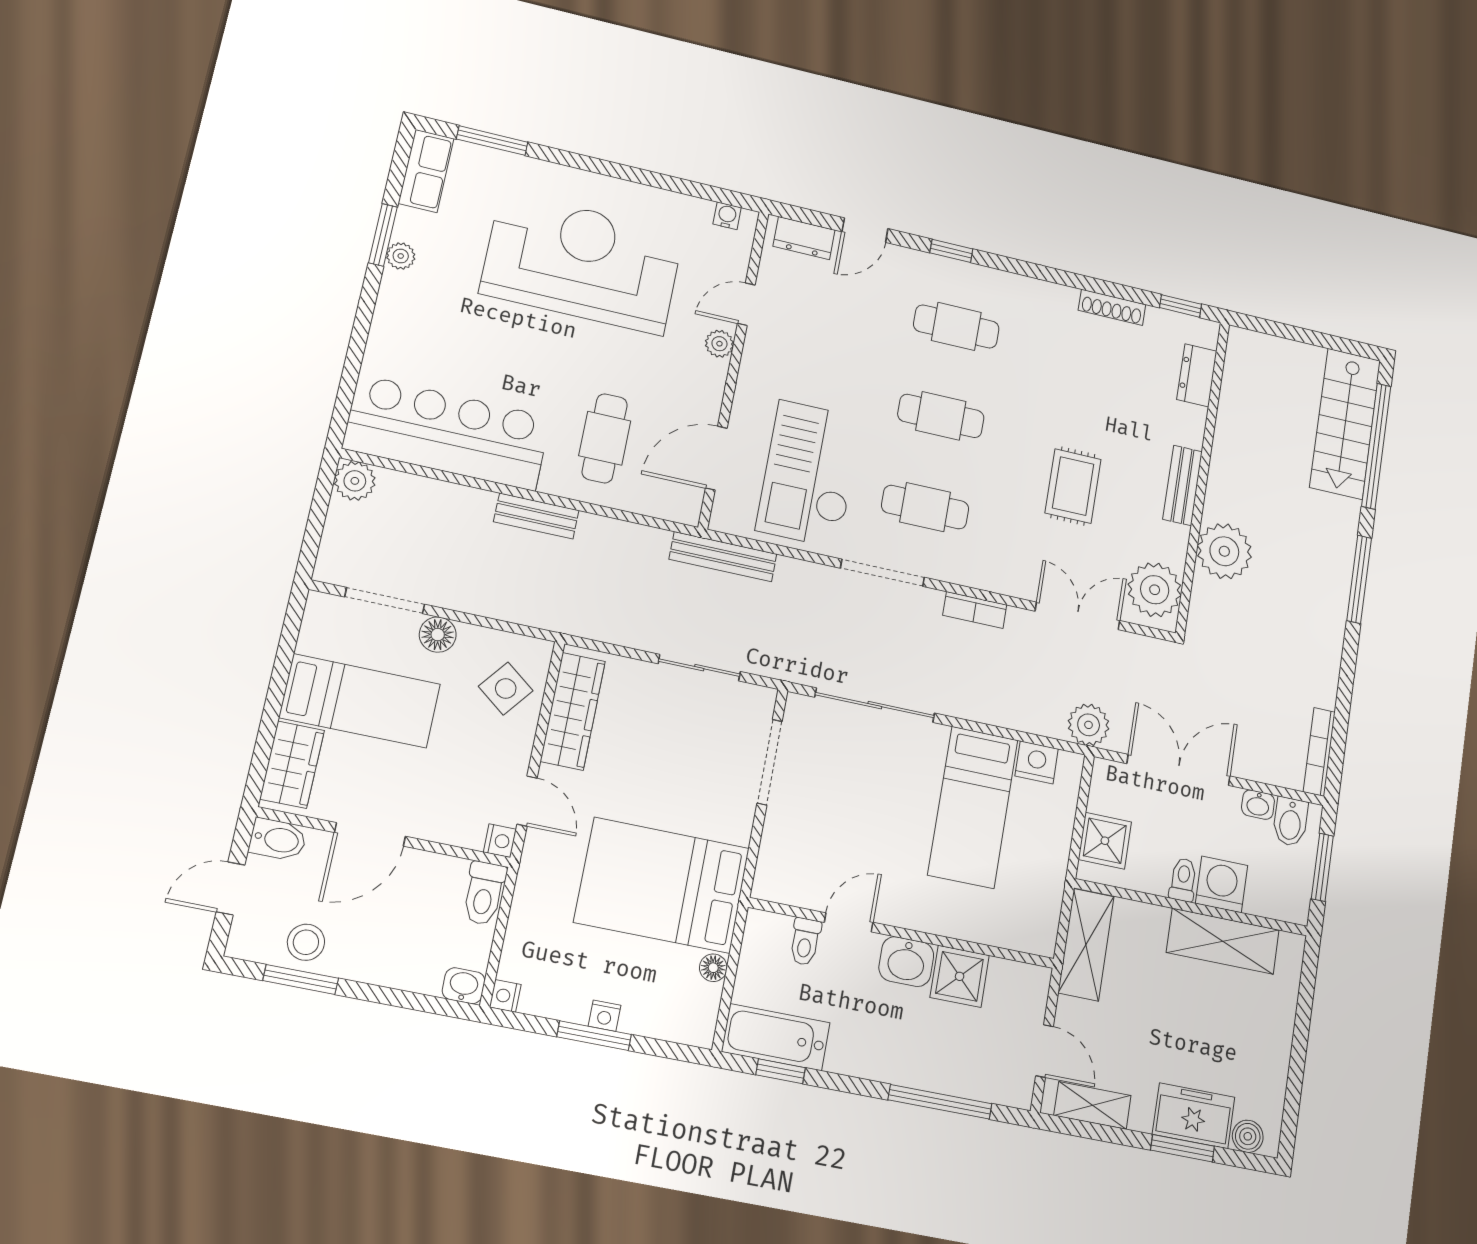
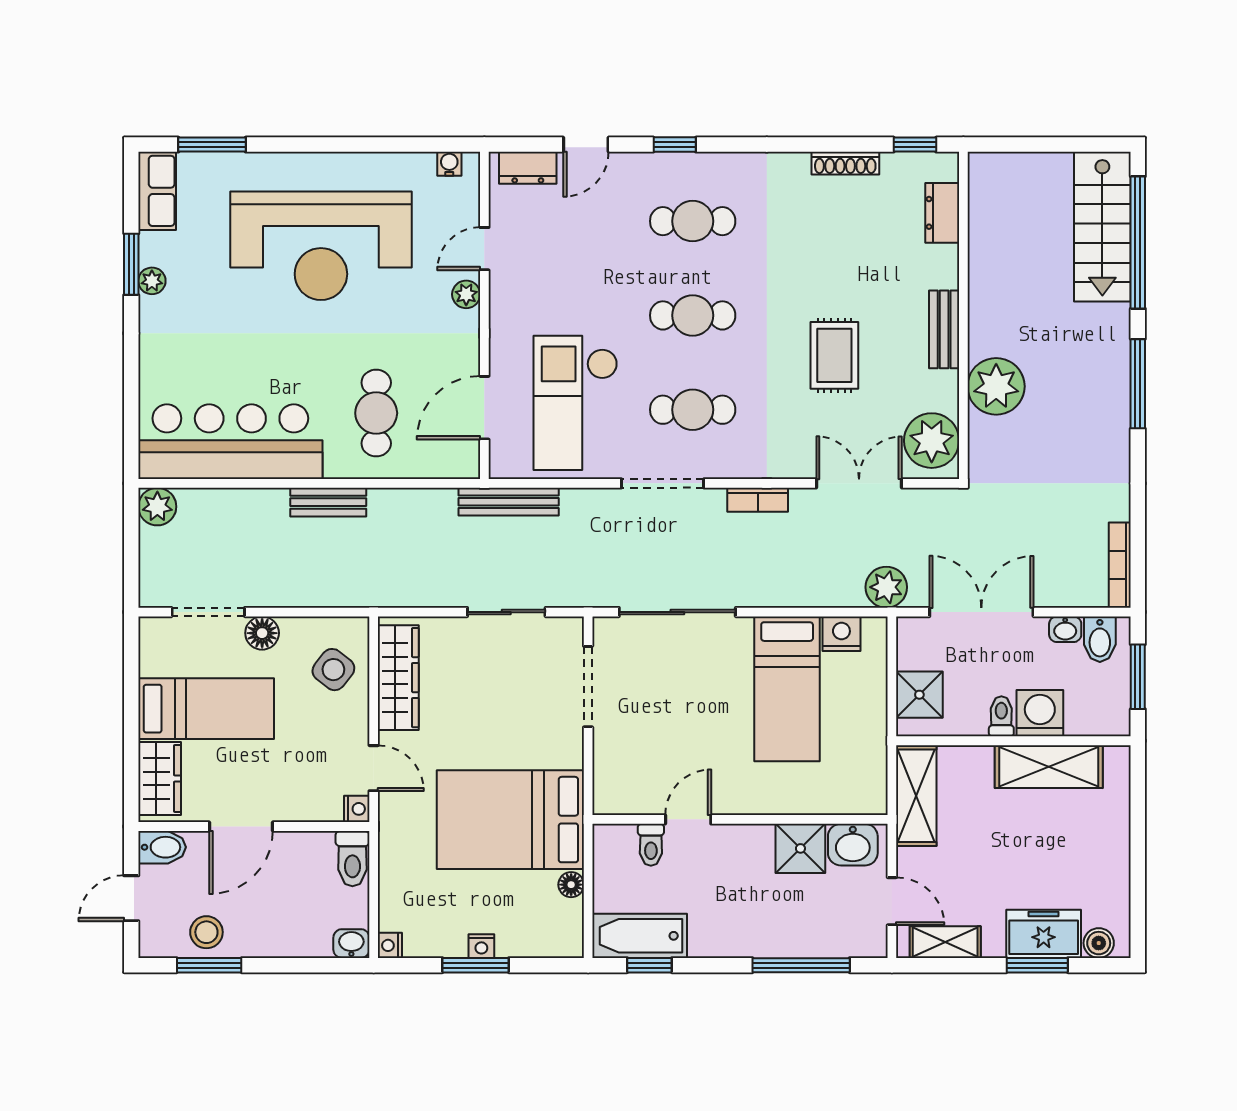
reception desk: (582, 263) -> (321, 246), turned 180
washbasin: (906, 962) -> (853, 845), moved

